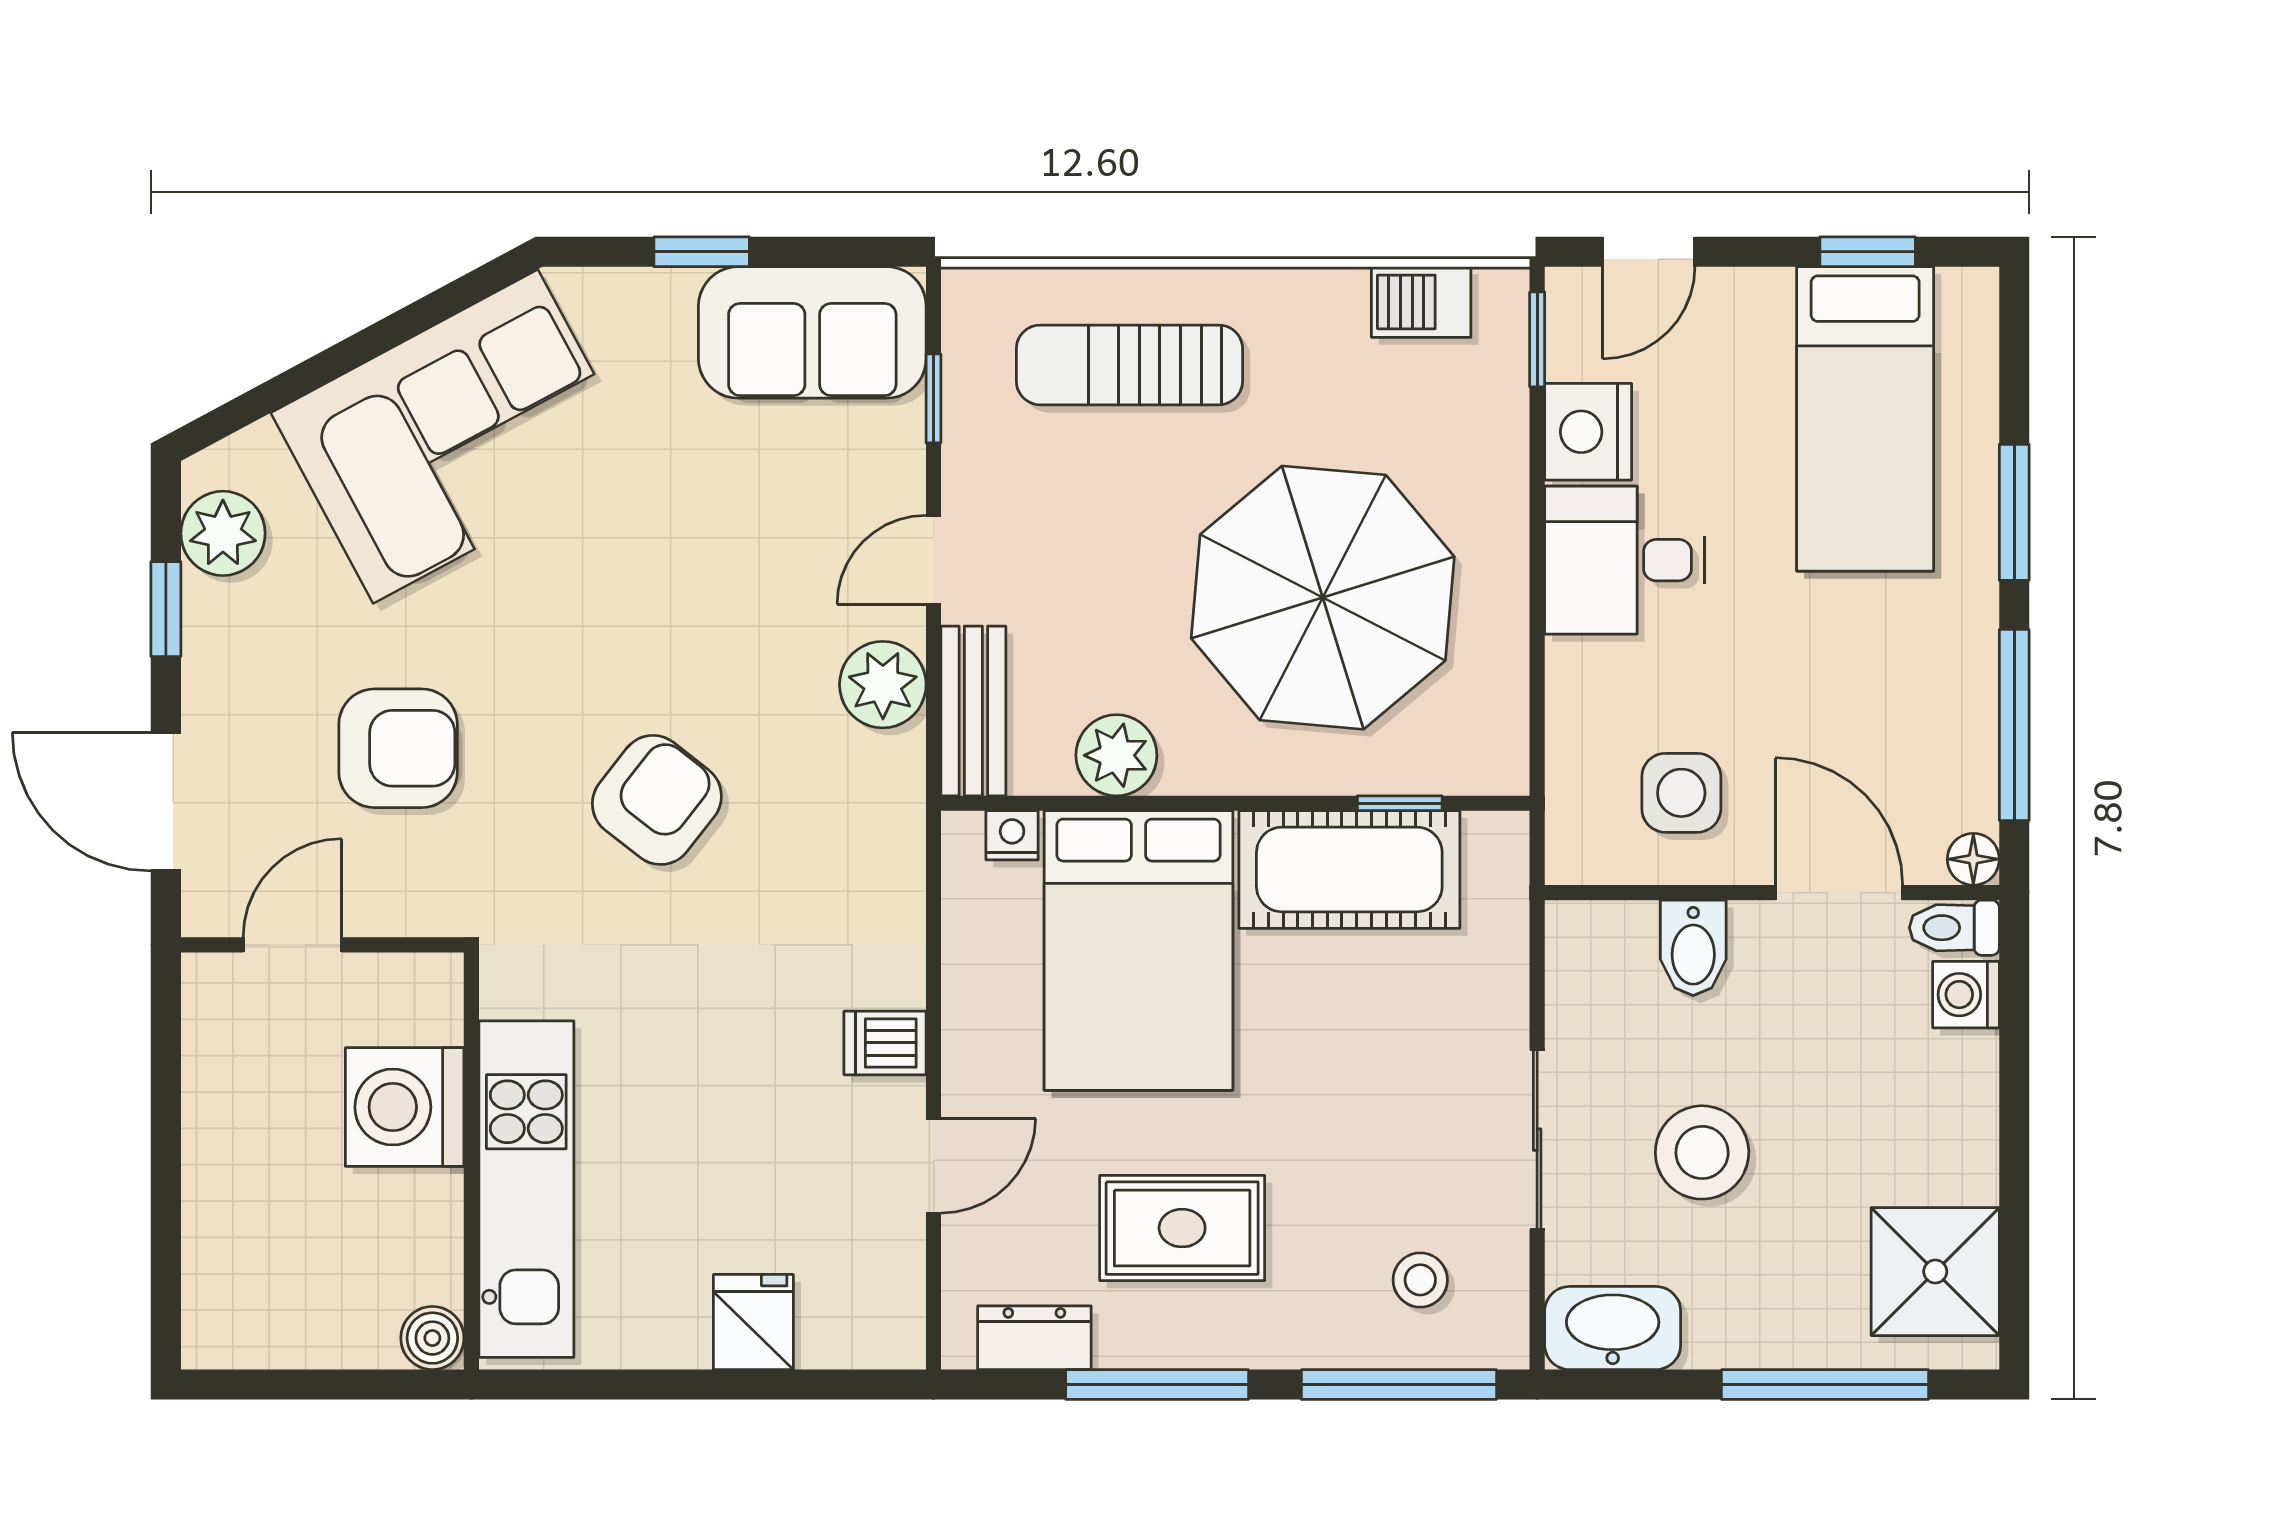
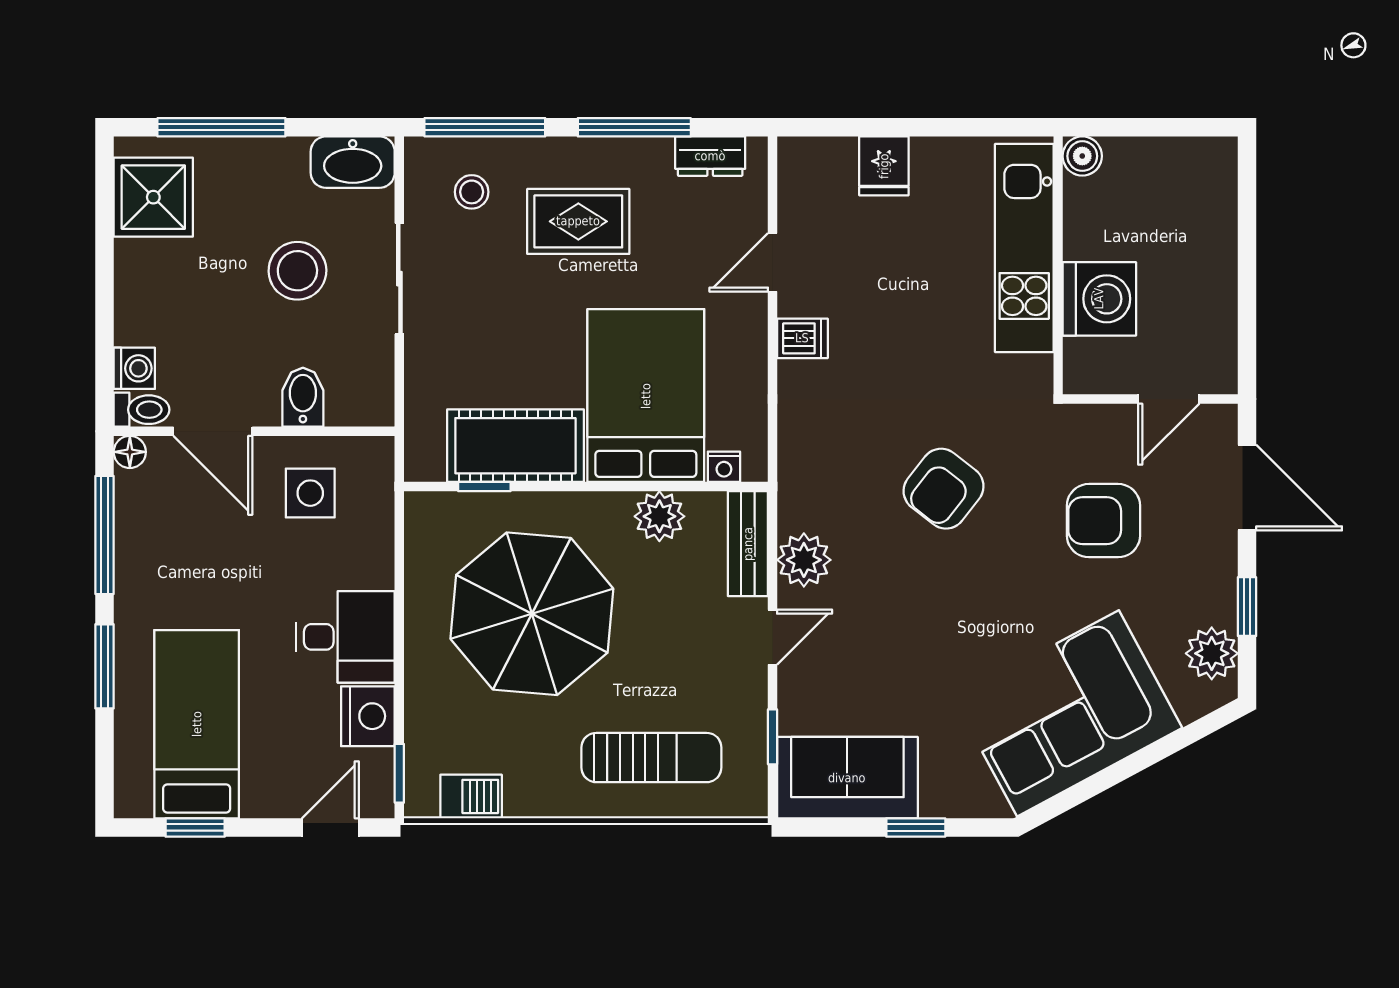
rug: (1182, 1228) -> (578, 221), moved

